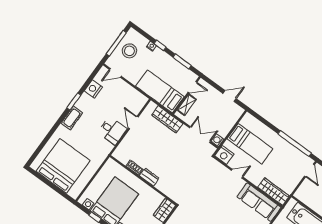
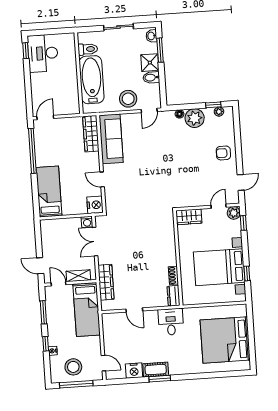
door: (230, 96) -> (40, 266), moved
cot: (72, 118) -> (156, 370), moved
door: (133, 123) -> (134, 310), hinge flipped
desk: (112, 131) -> (171, 322), moved
bed: (250, 144) -> (49, 192), moved
dresser: (149, 177) -> (173, 296), moved

